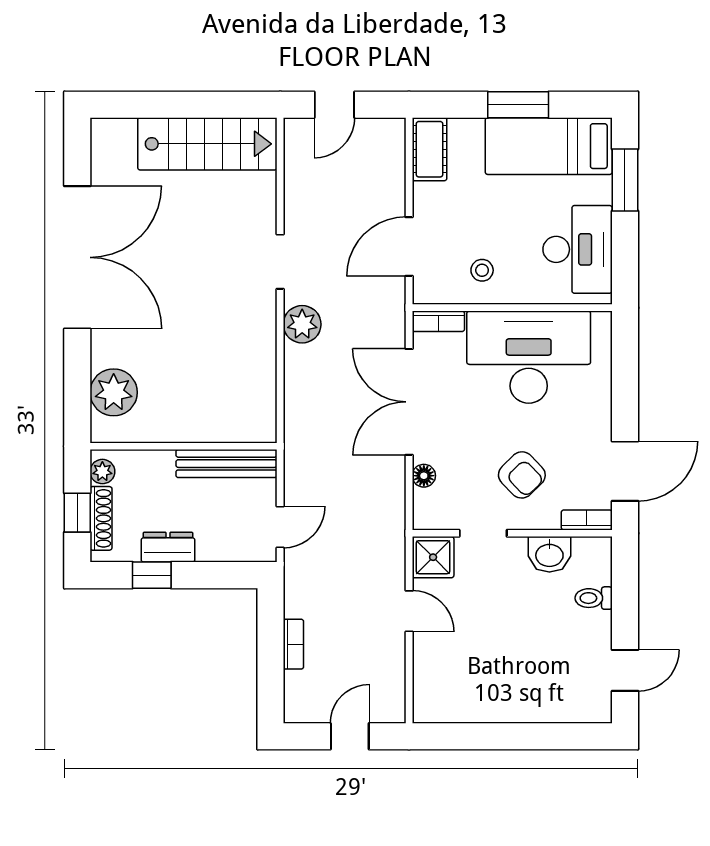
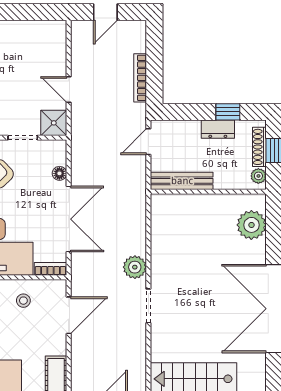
bookcase: (293, 644) -> (140, 78), width x1.56

